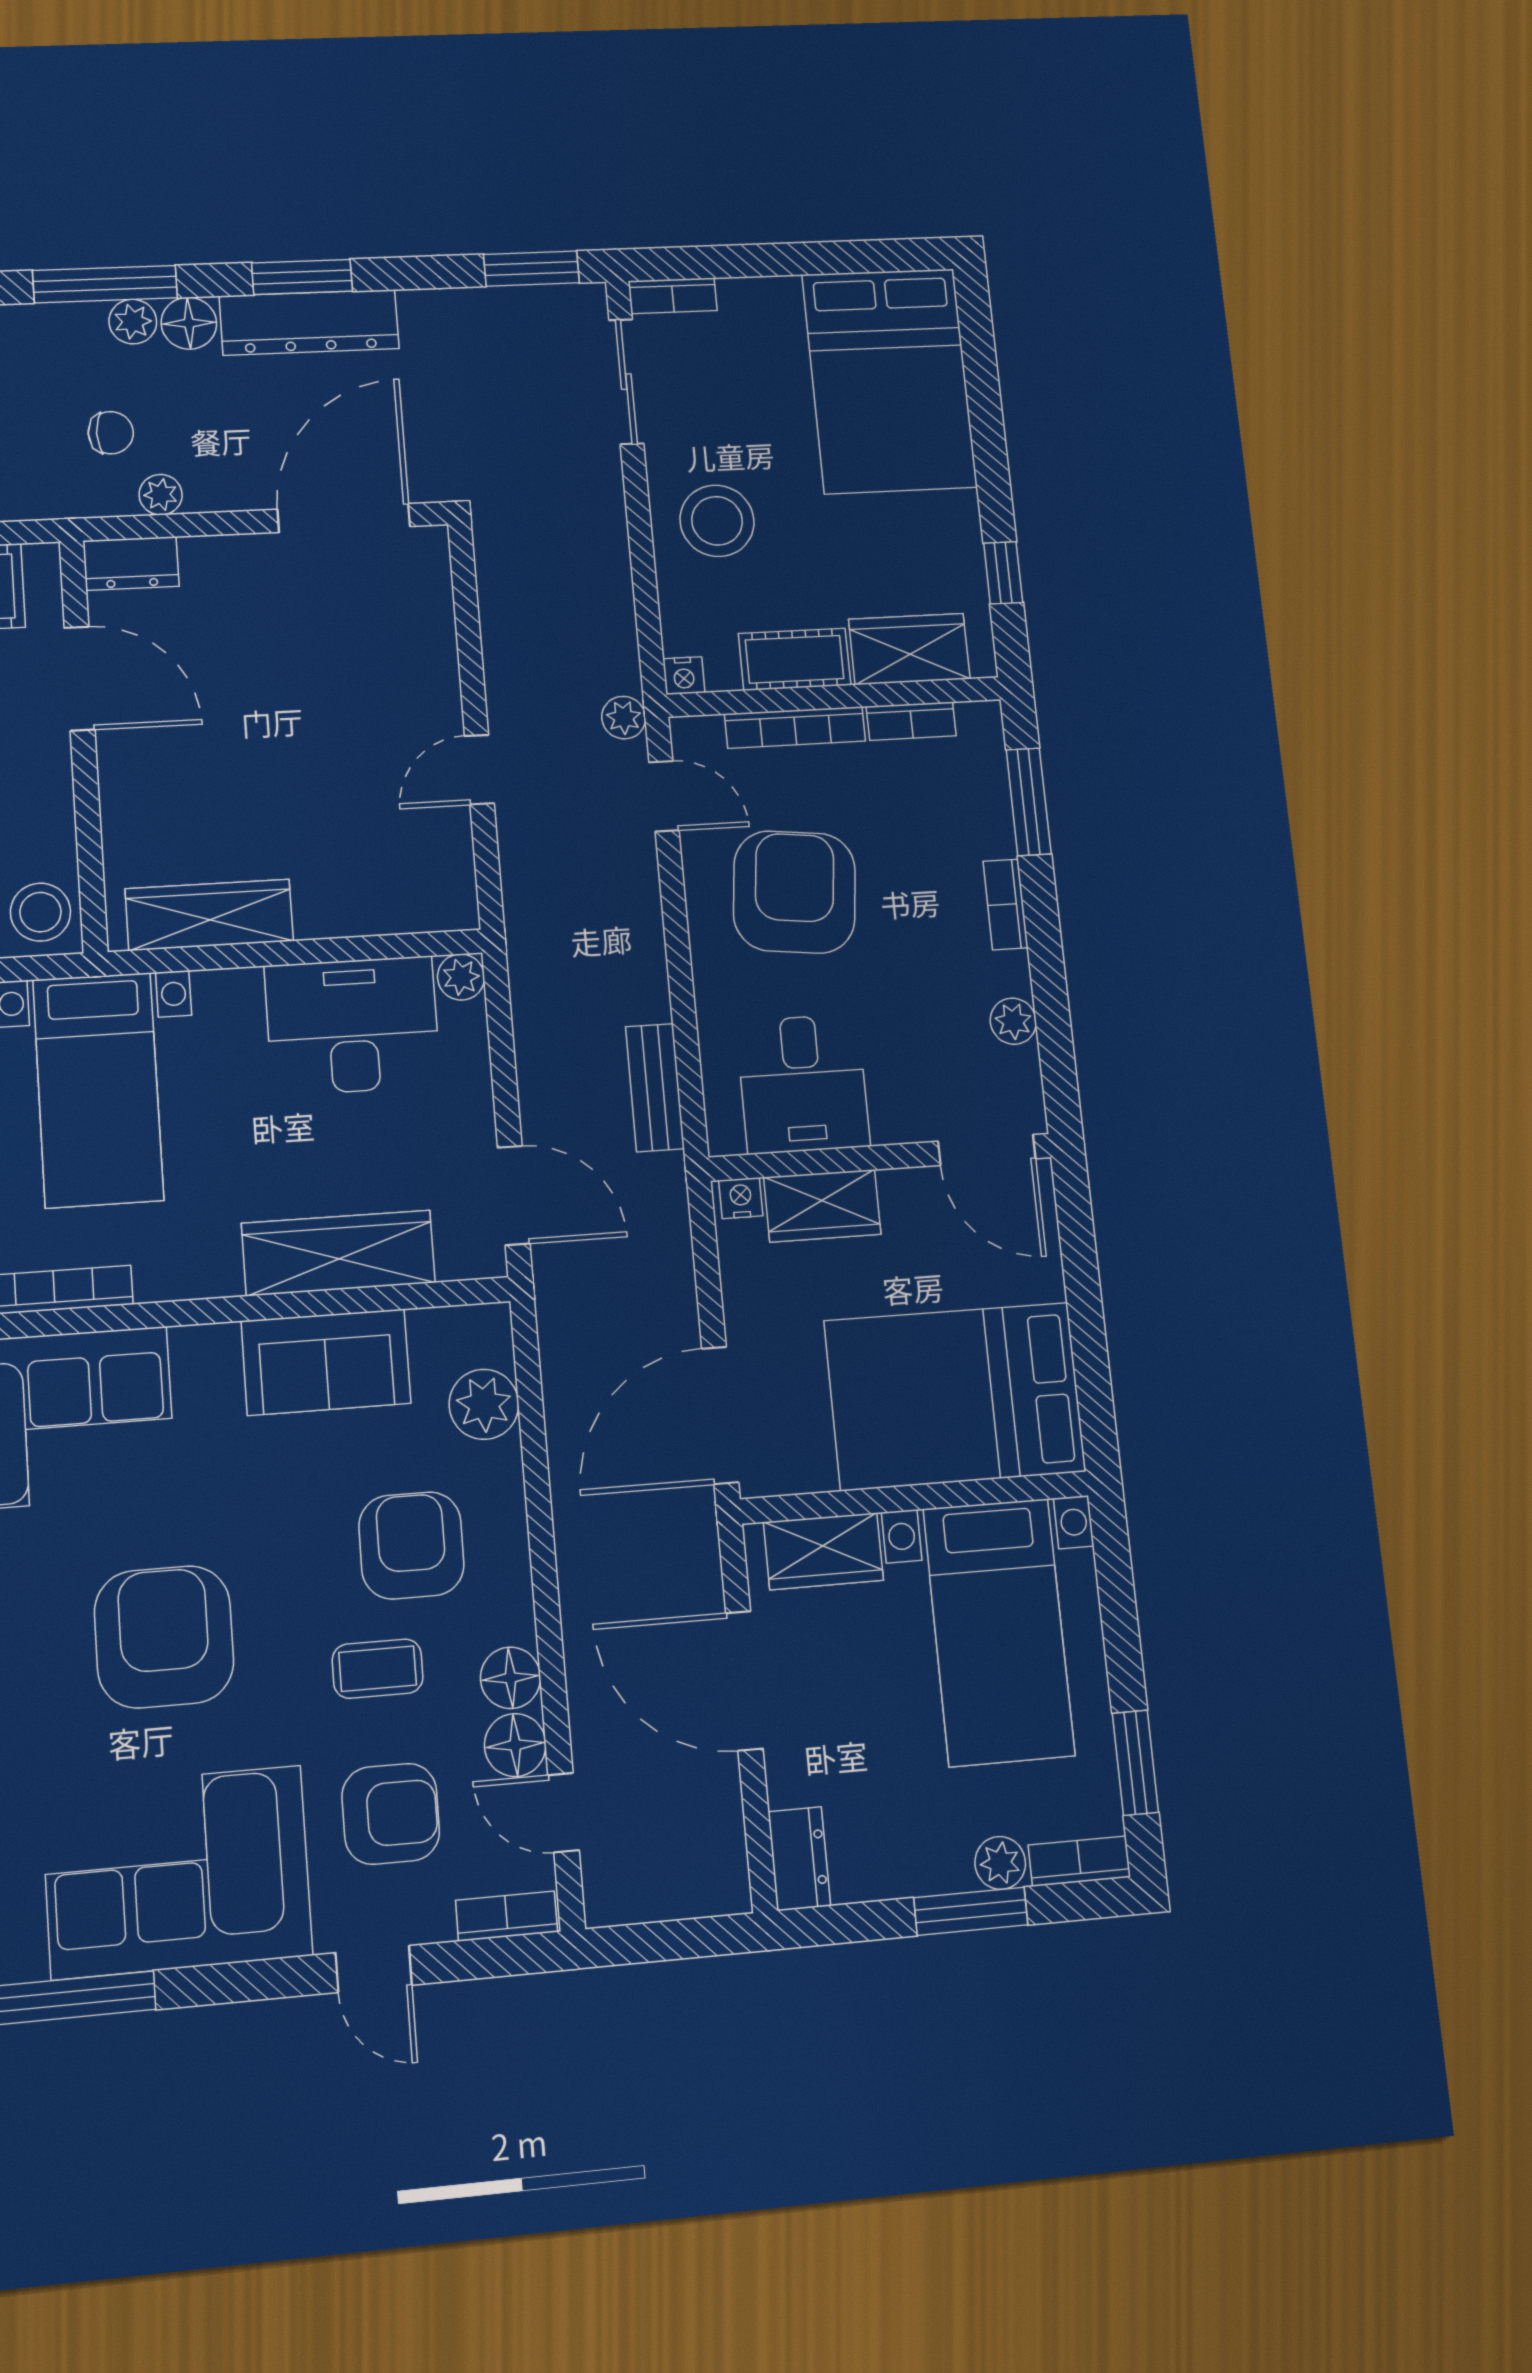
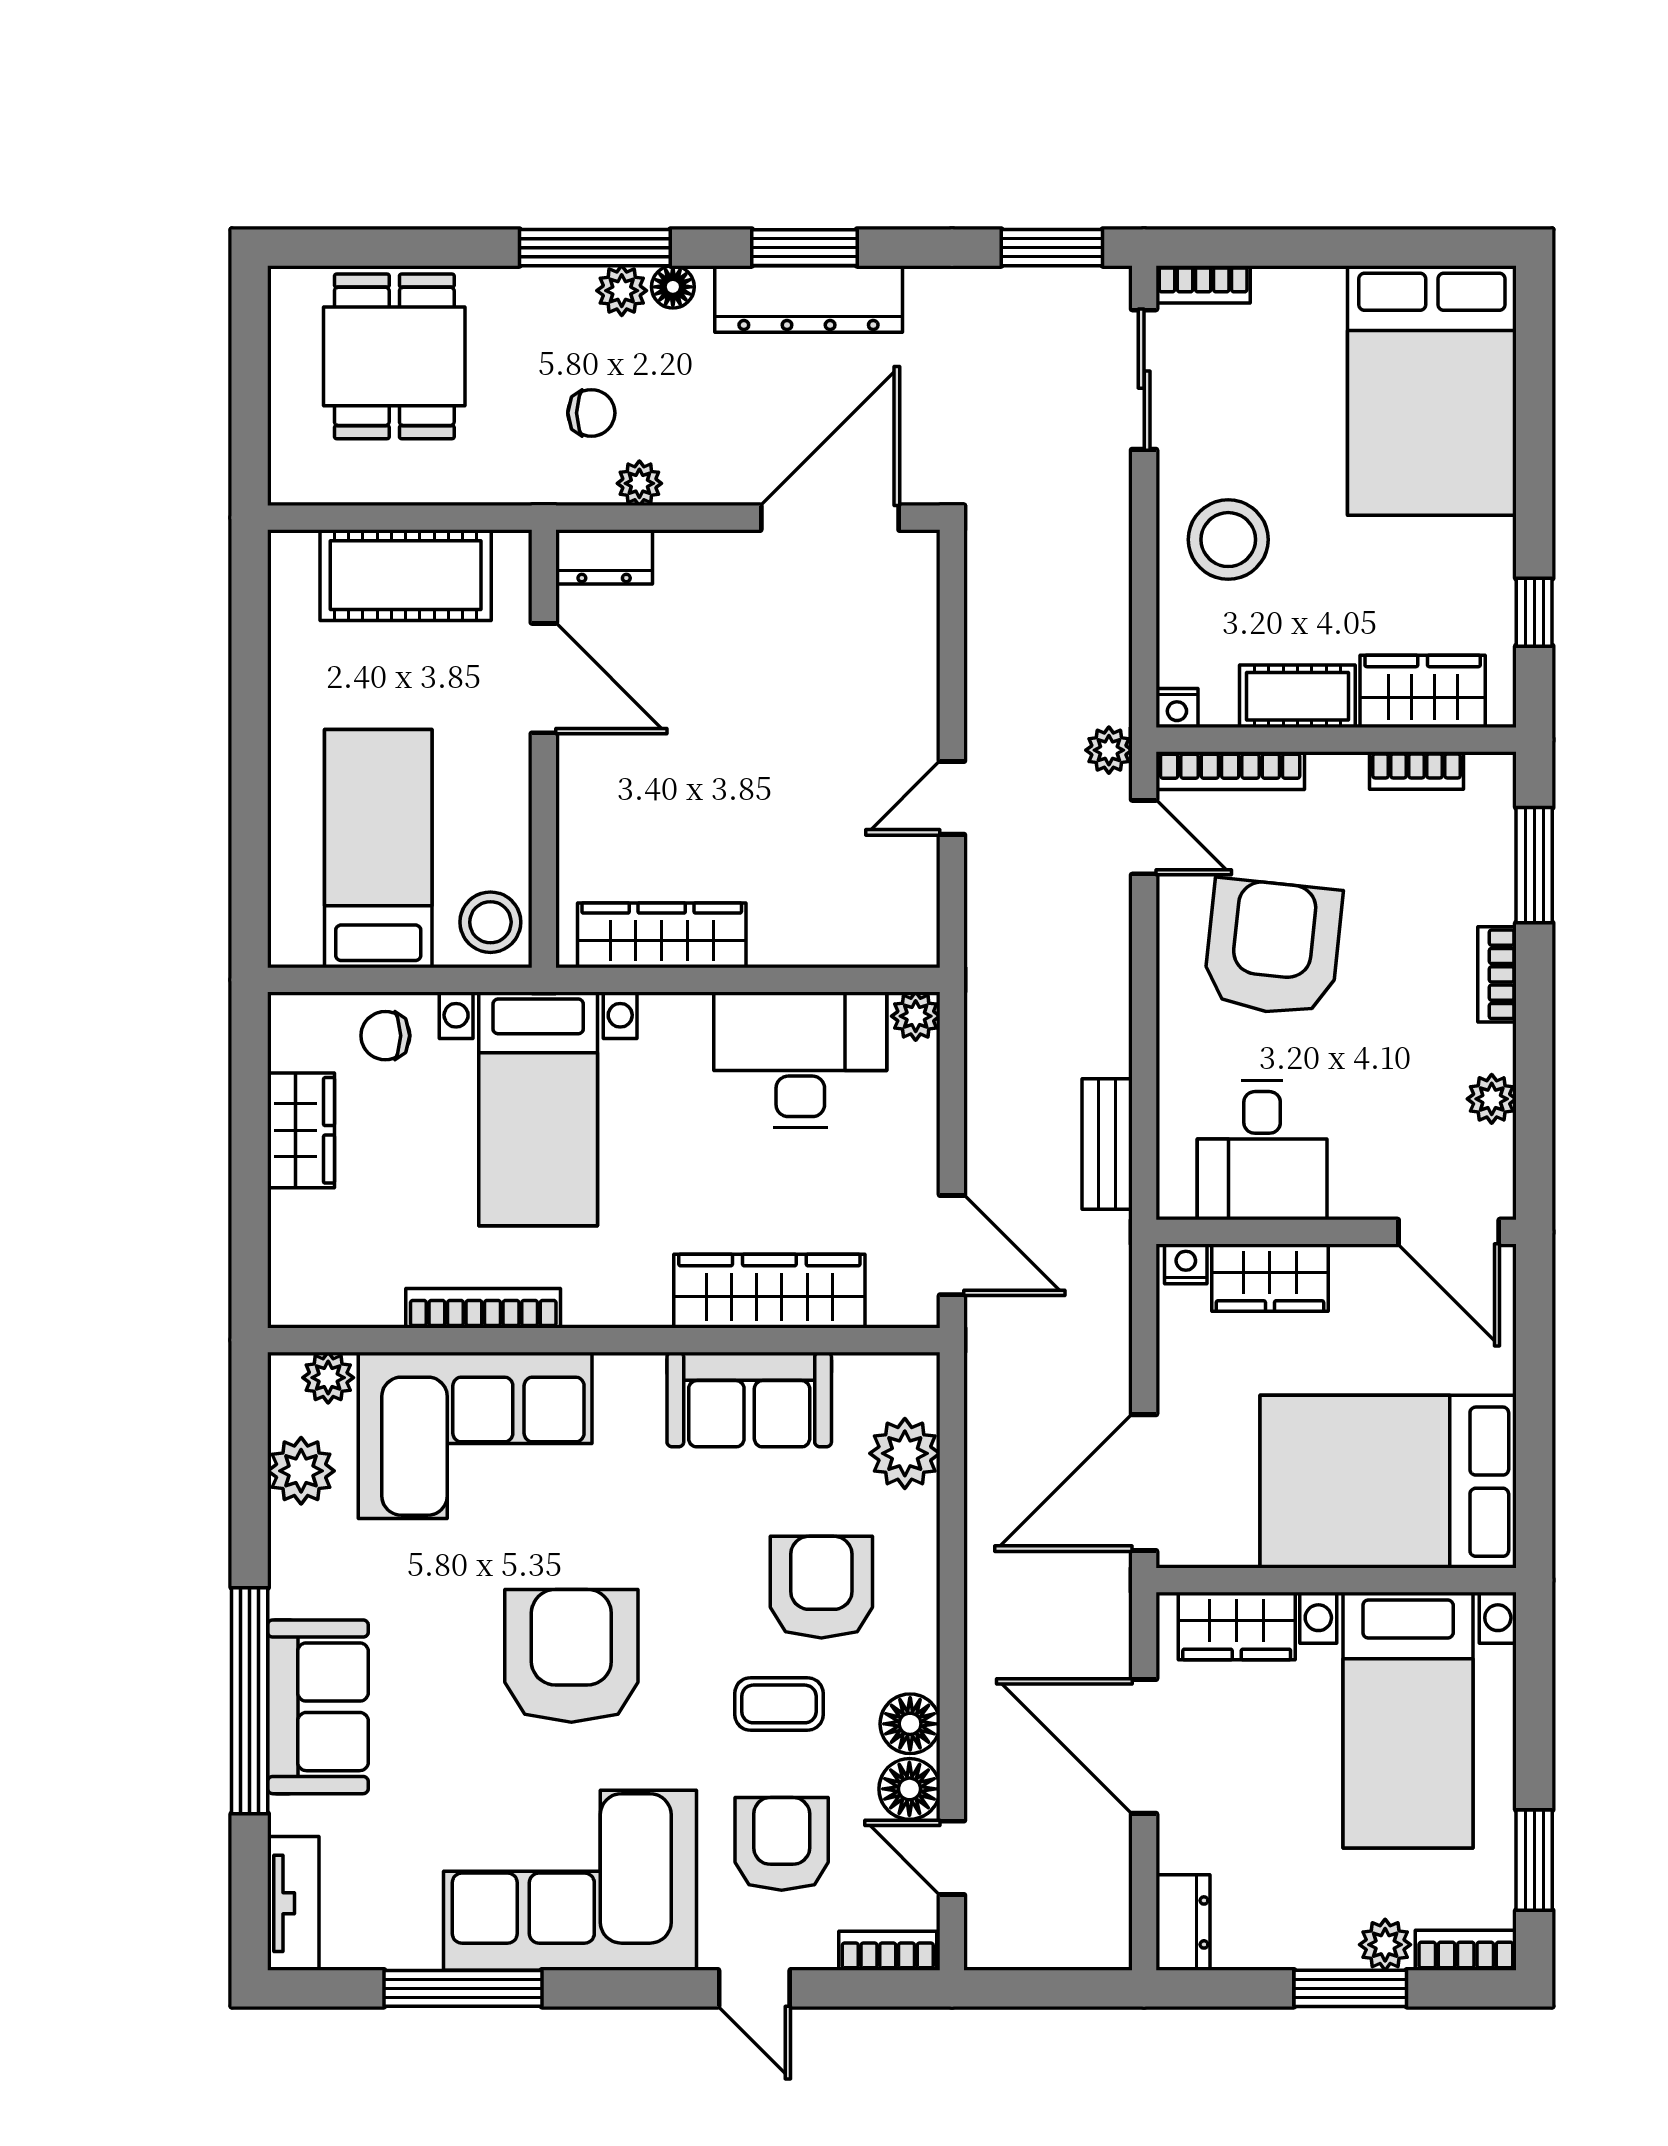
floor lamp: (189, 323) -> (673, 287), width x0.73, depth x0.73
bookcase: (795, 727) -> (1230, 771), moved
armchair: (391, 1814) -> (782, 1844), turned -90

